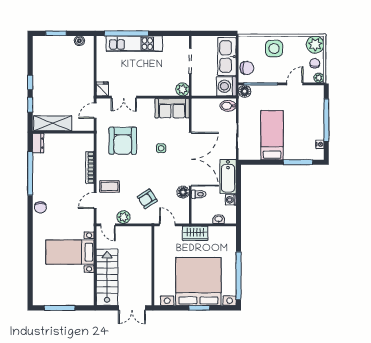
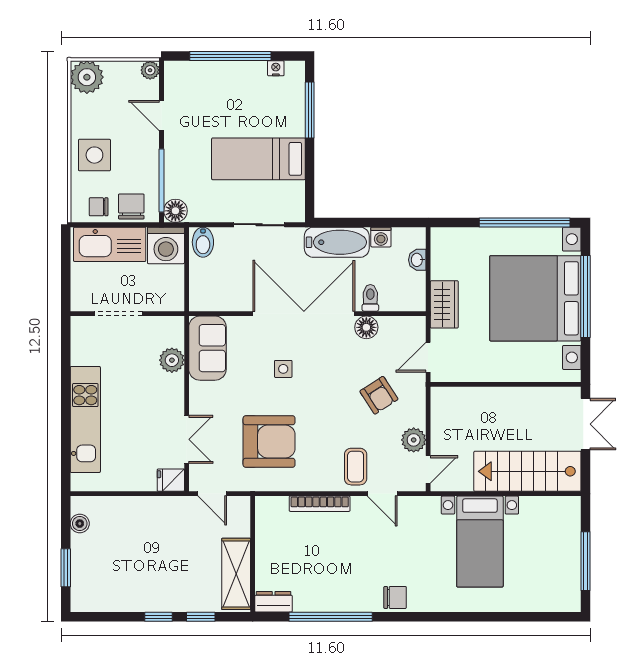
window: (127, 33) -> (66, 434), removed
chair: (315, 63) -> (99, 207), moved
plant: (183, 89) -> (172, 360), moved
window: (199, 308) -> (585, 297), width x2.11

